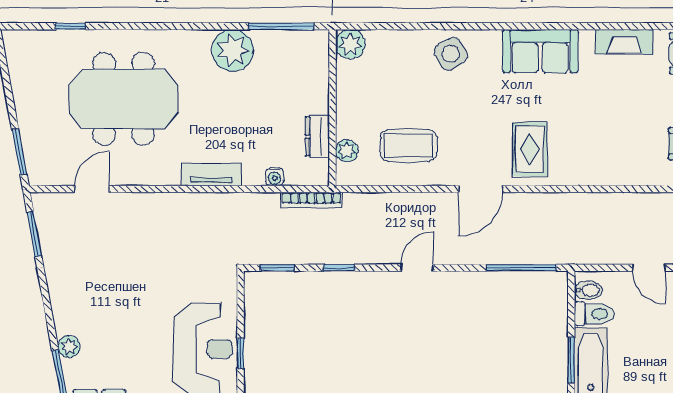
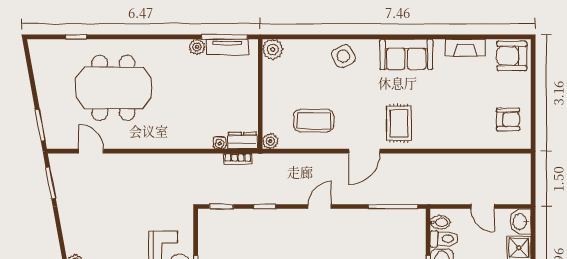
plant: (233, 50) -> (197, 47), width x0.53, depth x0.53
dresser: (317, 136) -> (242, 141), moved, turned 90
plant: (347, 151) -> (270, 141), moved
tv unit: (211, 174) -> (227, 47), moved, turned 180
door: (92, 189) -> (91, 151), hinge flipped
bookcase: (312, 200) -> (238, 159), width x0.64

